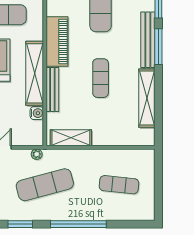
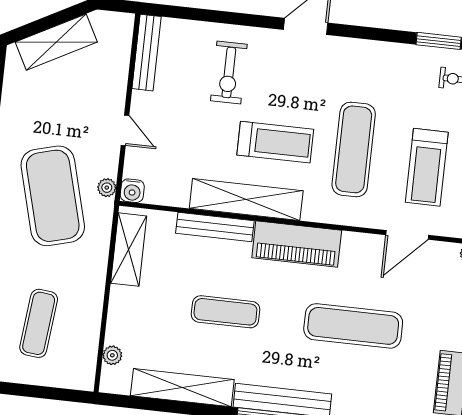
water cooler: (37, 113) -> (132, 191), moved
plant: (133, 140) -> (112, 355), added
exercise mat: (45, 185) -> (53, 196), width x1.47

